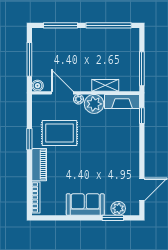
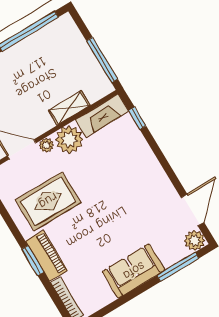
window: (29, 139) -> (33, 260), moved
plant: (118, 208) -> (195, 241), moved
window: (113, 218) -> (178, 267), width x1.44

